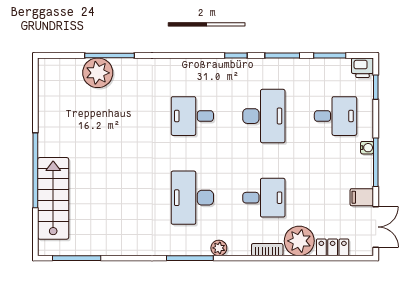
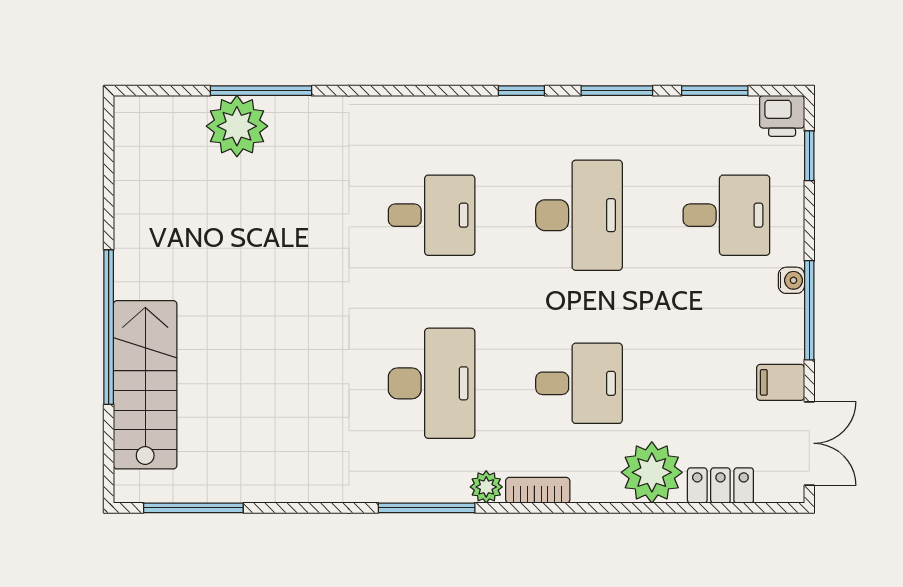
desk: (192, 116) -> (432, 215), turned 180
desk: (192, 198) -> (432, 383), turned 180
bookcase: (267, 250) -> (538, 490), moved

